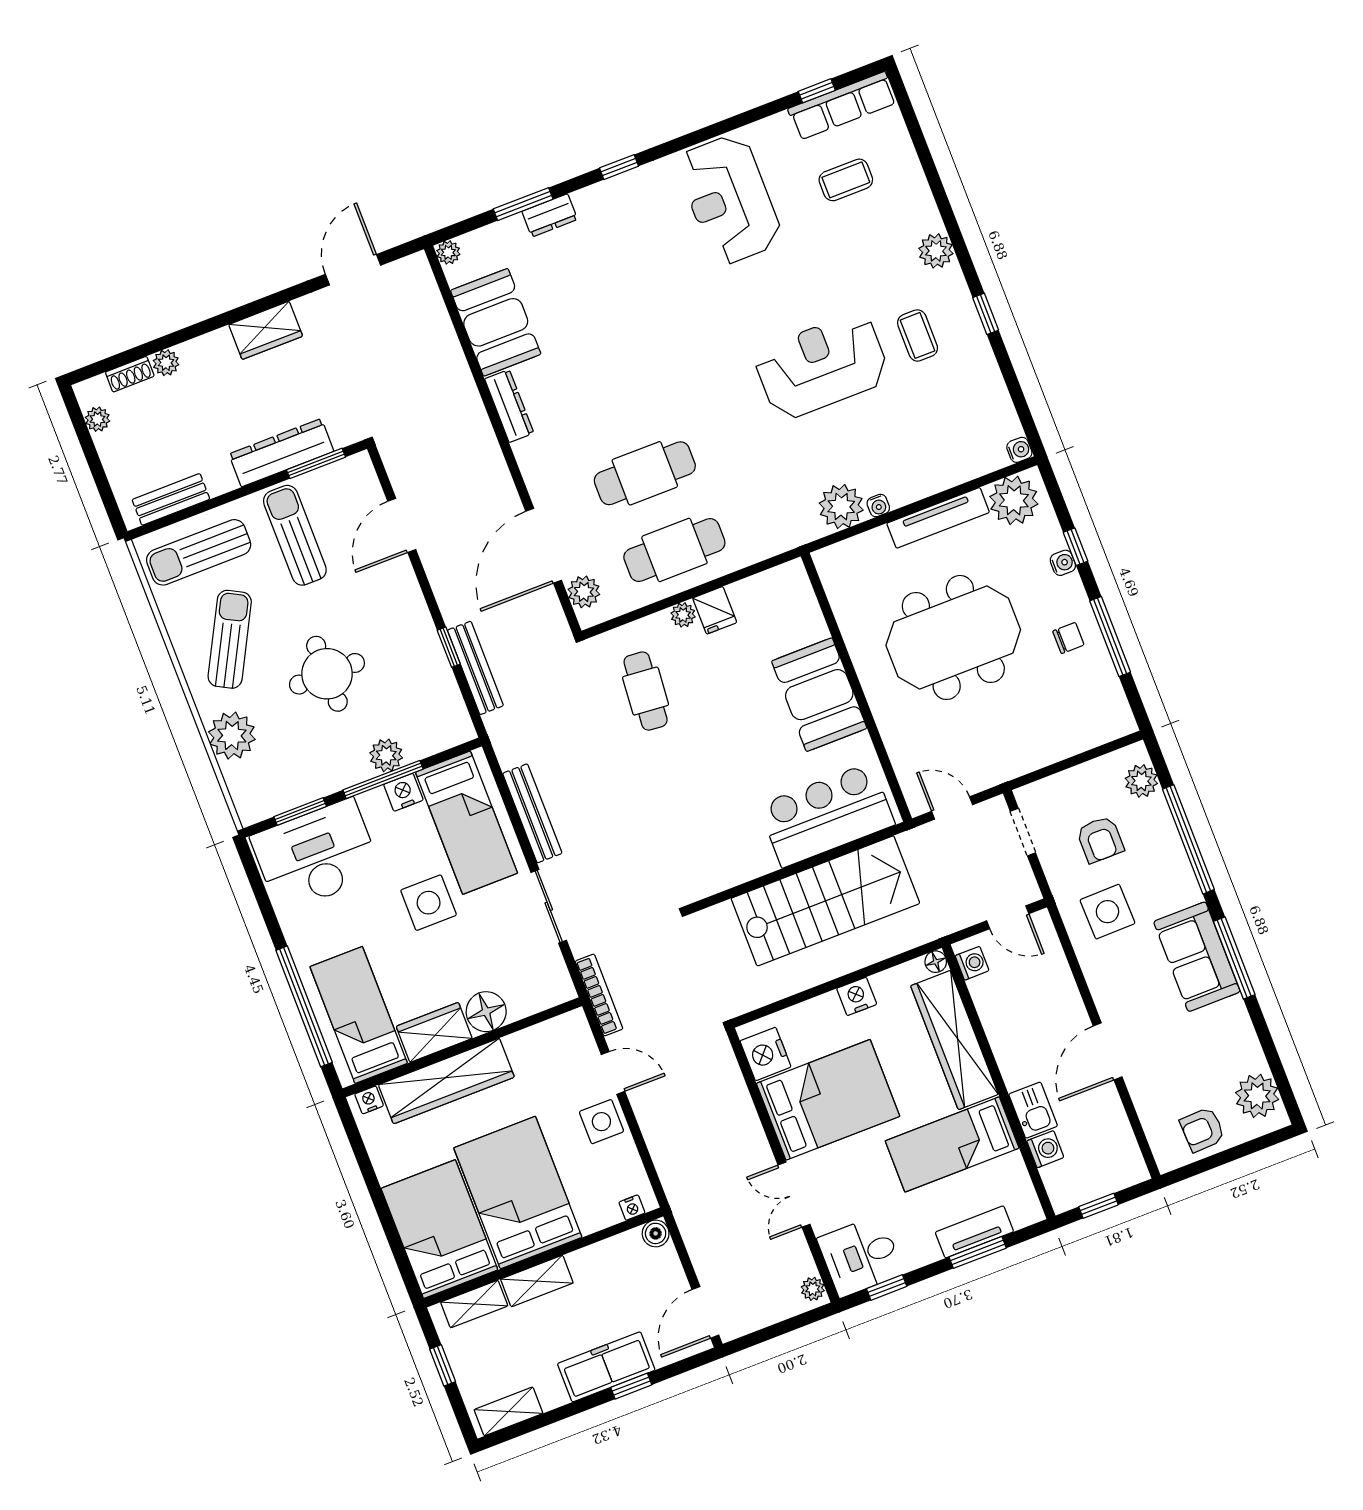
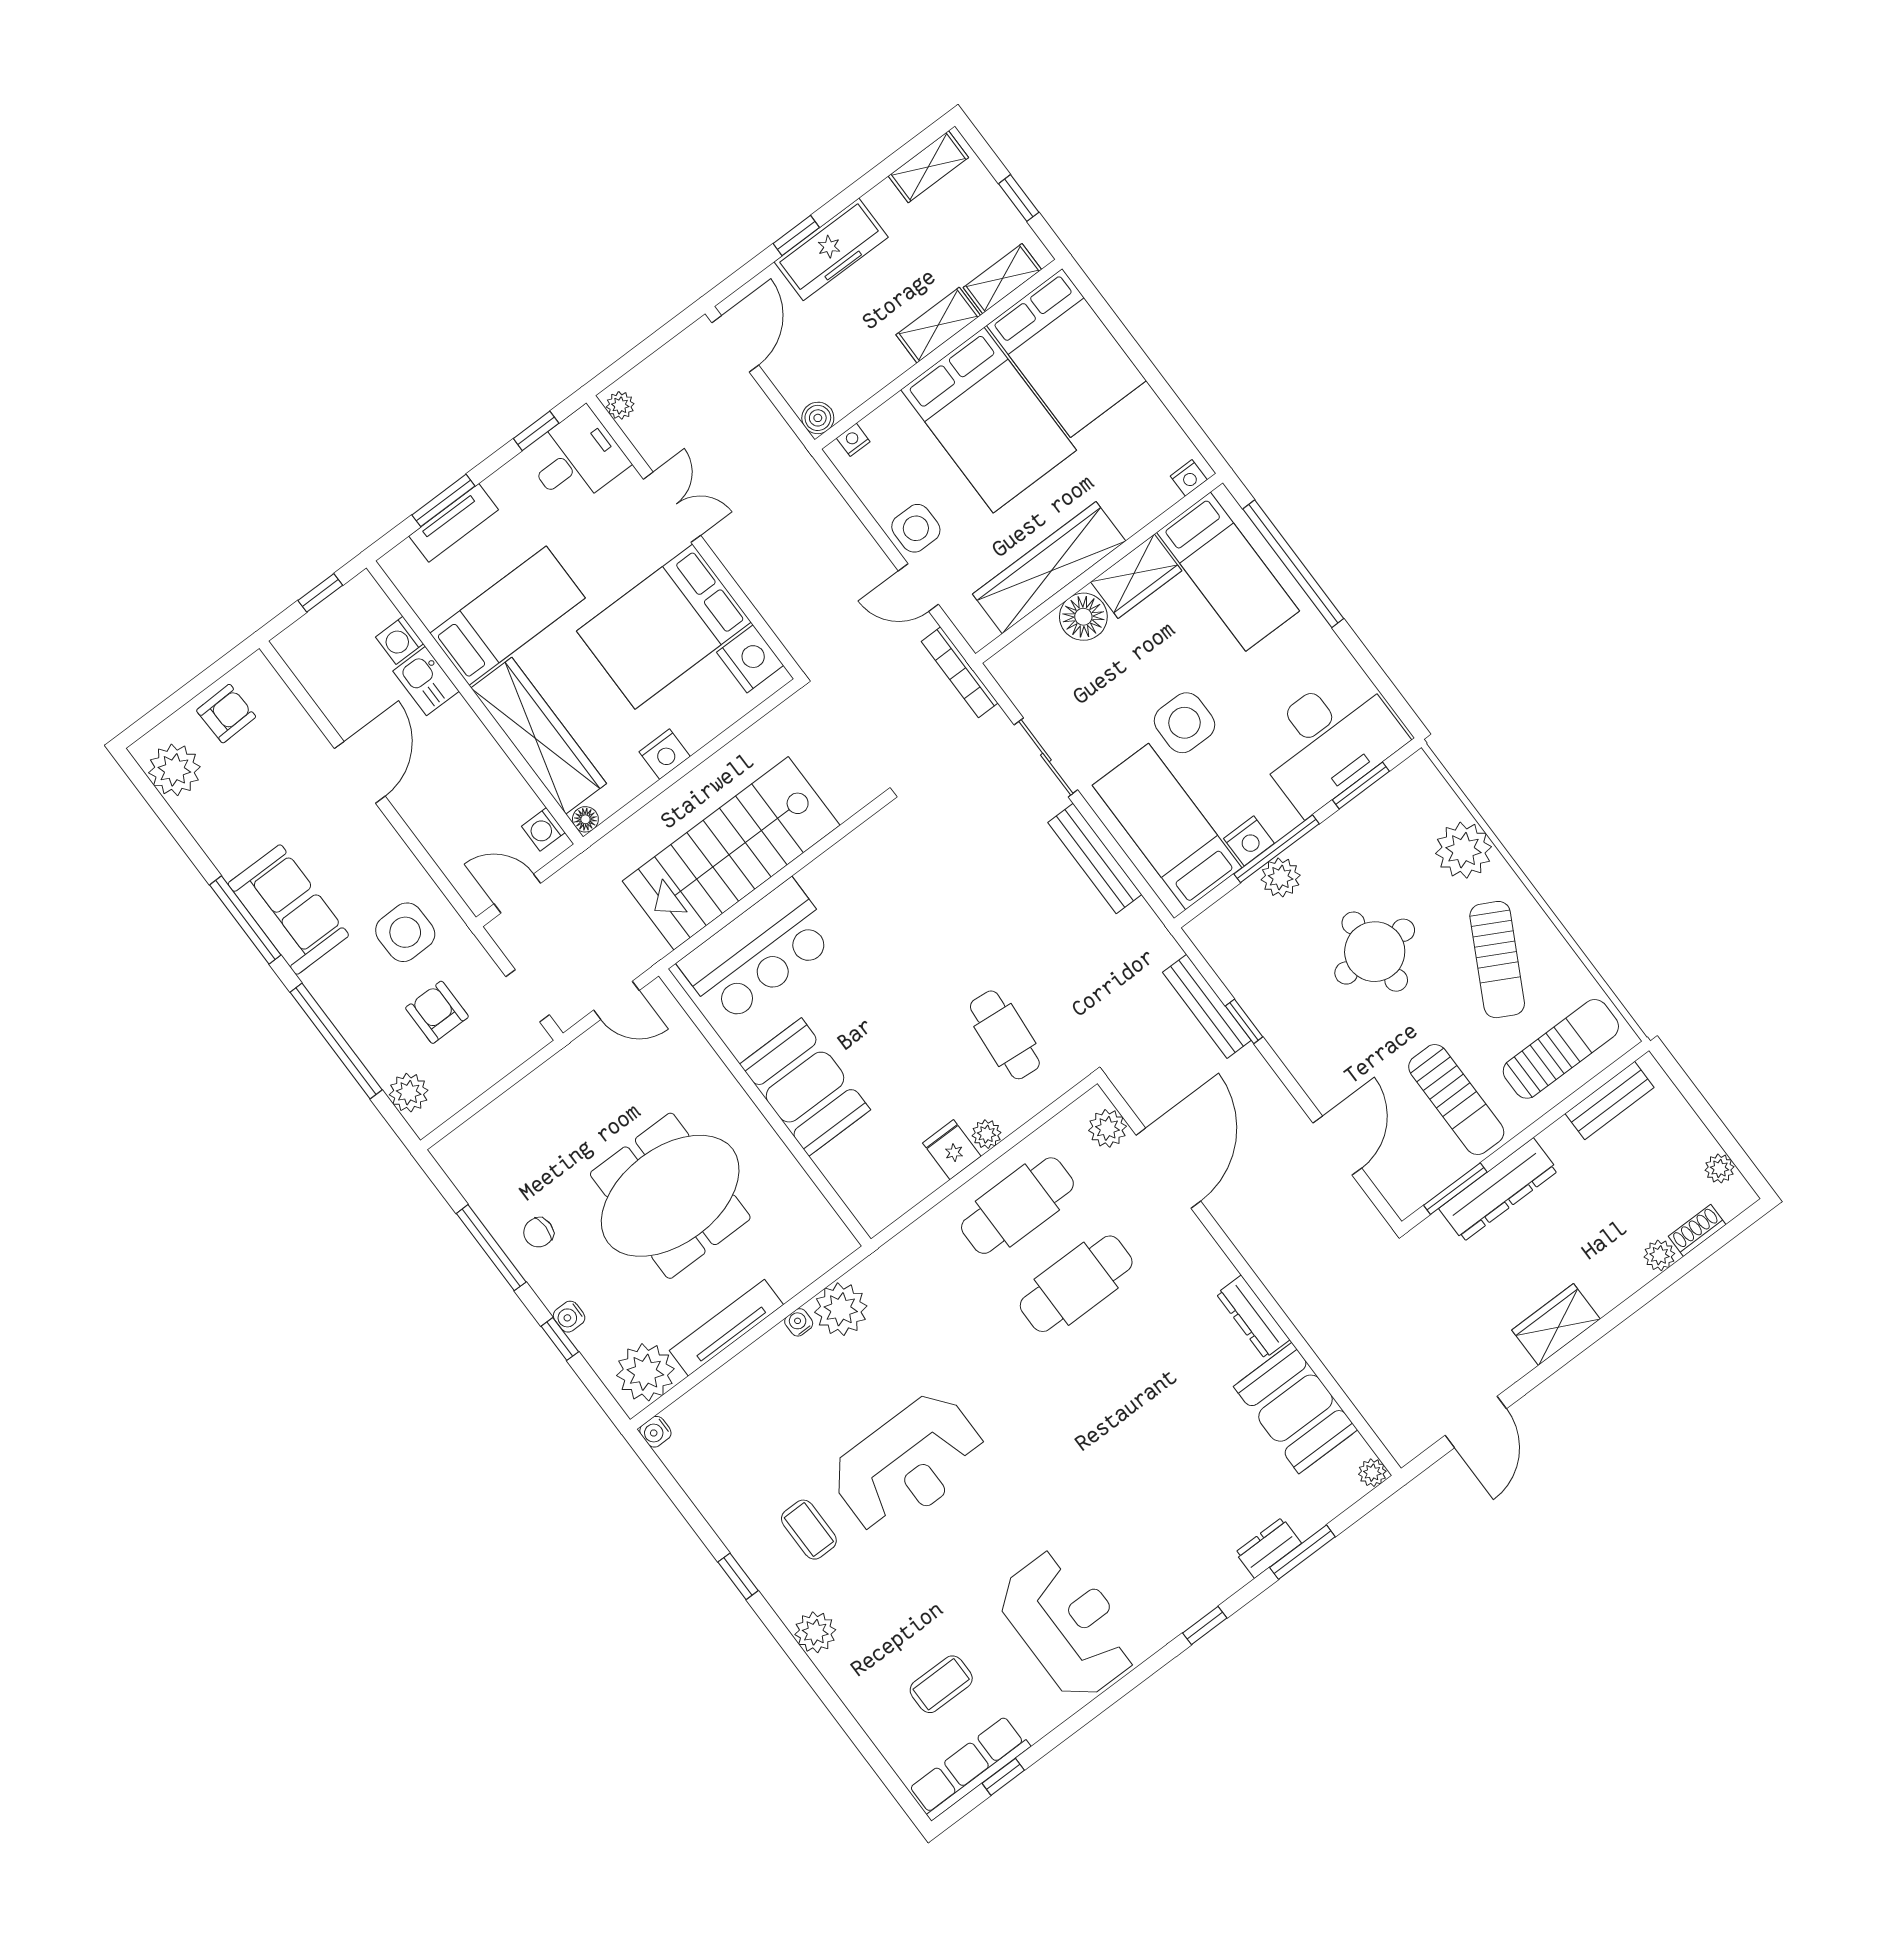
wardrobe: (446, 1081) -> (1049, 568), moved

